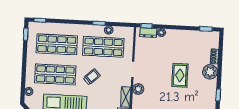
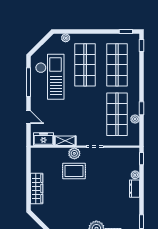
dresser: (148, 33) -> (135, 189), moved
rug: (180, 75) -> (74, 171), moved
trolley: (92, 77) -> (85, 104), removed

